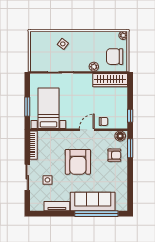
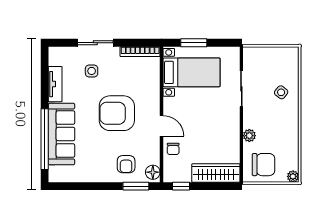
chair: (115, 57) -> (264, 165), turned 90
wardrobe: (110, 80) -> (216, 173), moved, turned 90

